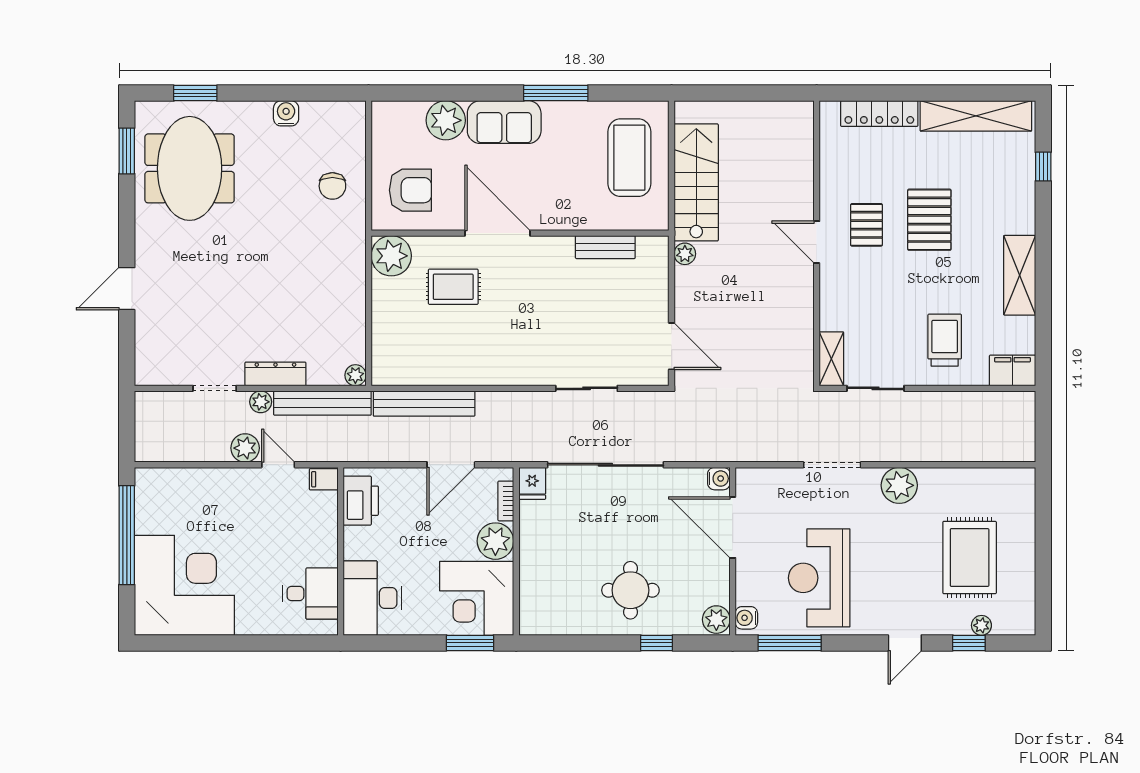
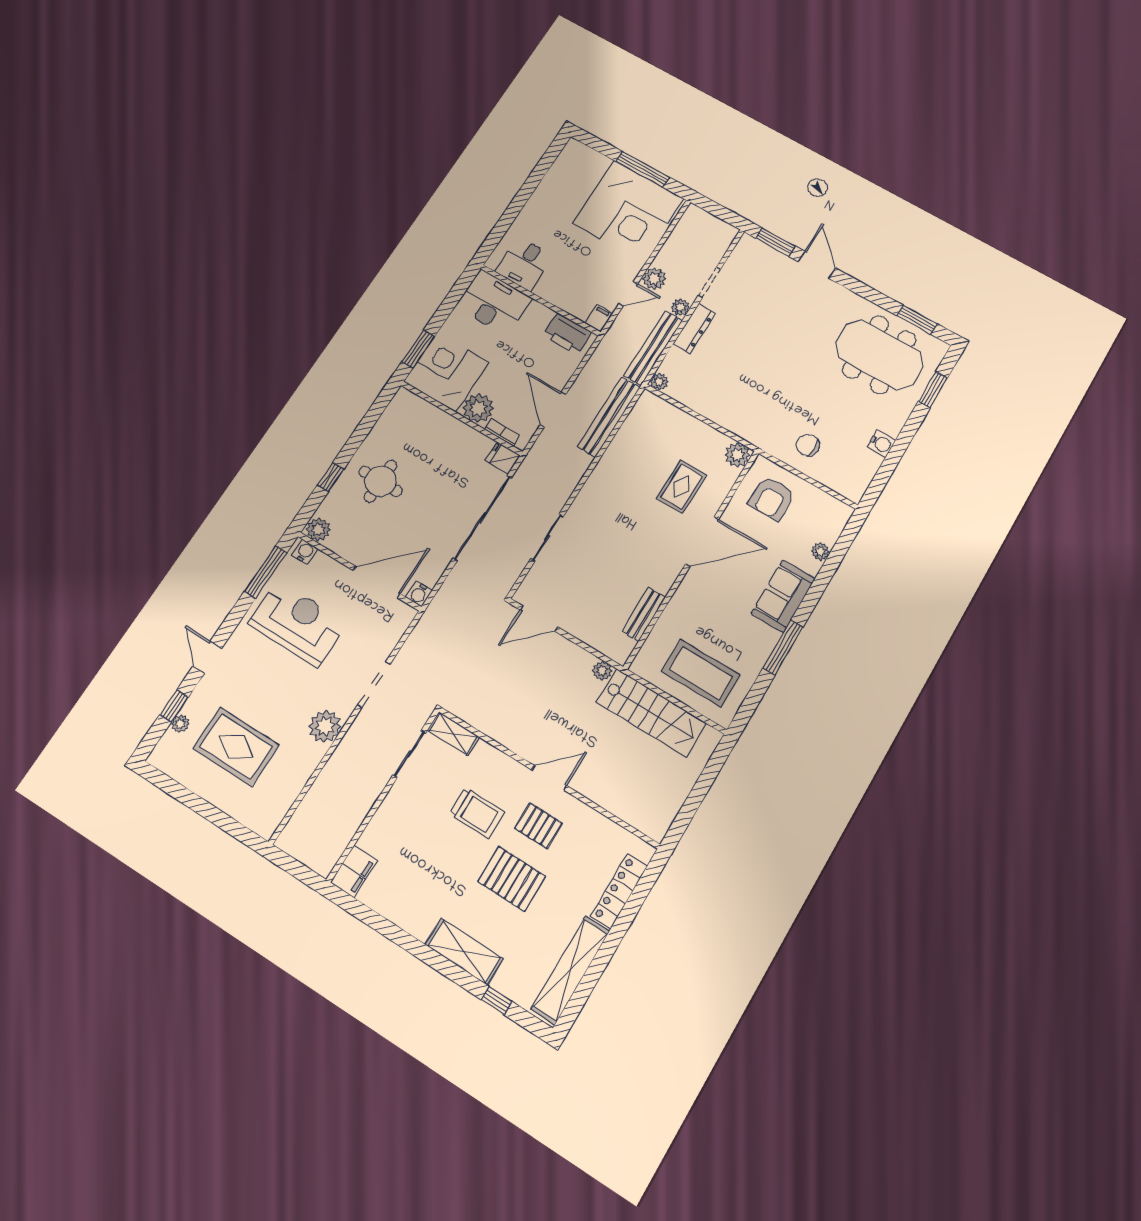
plant: (446, 120) -> (820, 551), width x0.53, depth x0.53
plant: (391, 256) -> (737, 455), width x0.73, depth x0.73
shelving: (1020, 275) -> (464, 952), moved
trolley: (945, 340) -> (477, 813), moved
window: (127, 346) -> (776, 242), added
window: (127, 535) -> (643, 169), width x0.68
corner desk: (184, 585) -> (628, 211), moved

